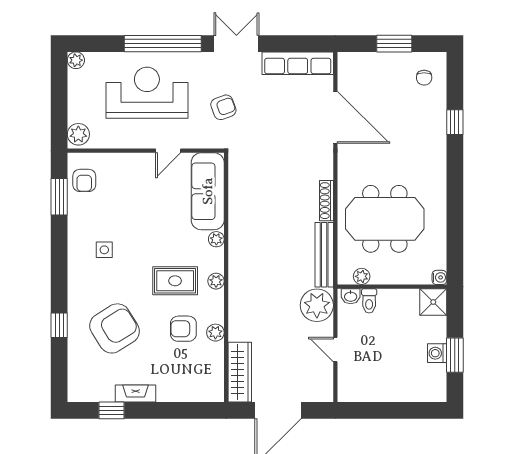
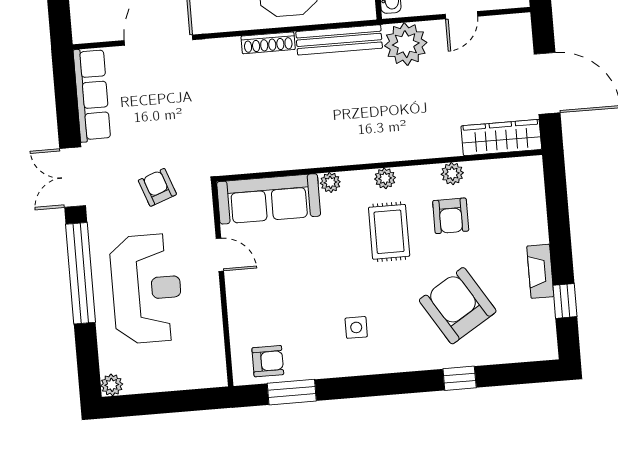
reception desk: (147, 93) -> (147, 289), turned 180
plant: (78, 134) -> (208, 374), removed

